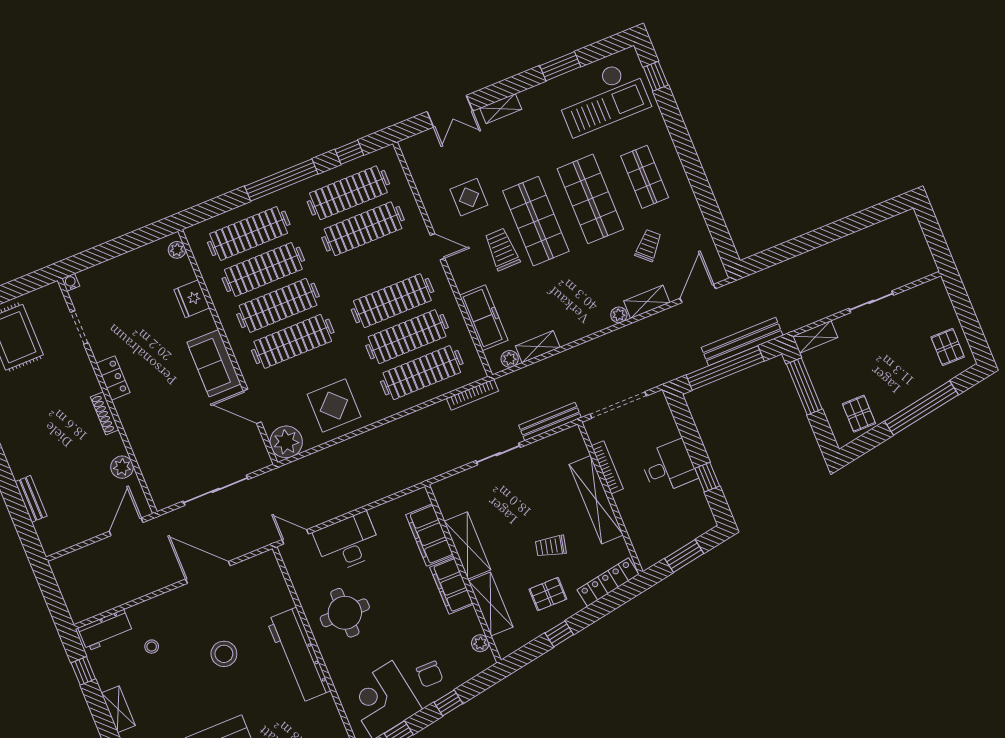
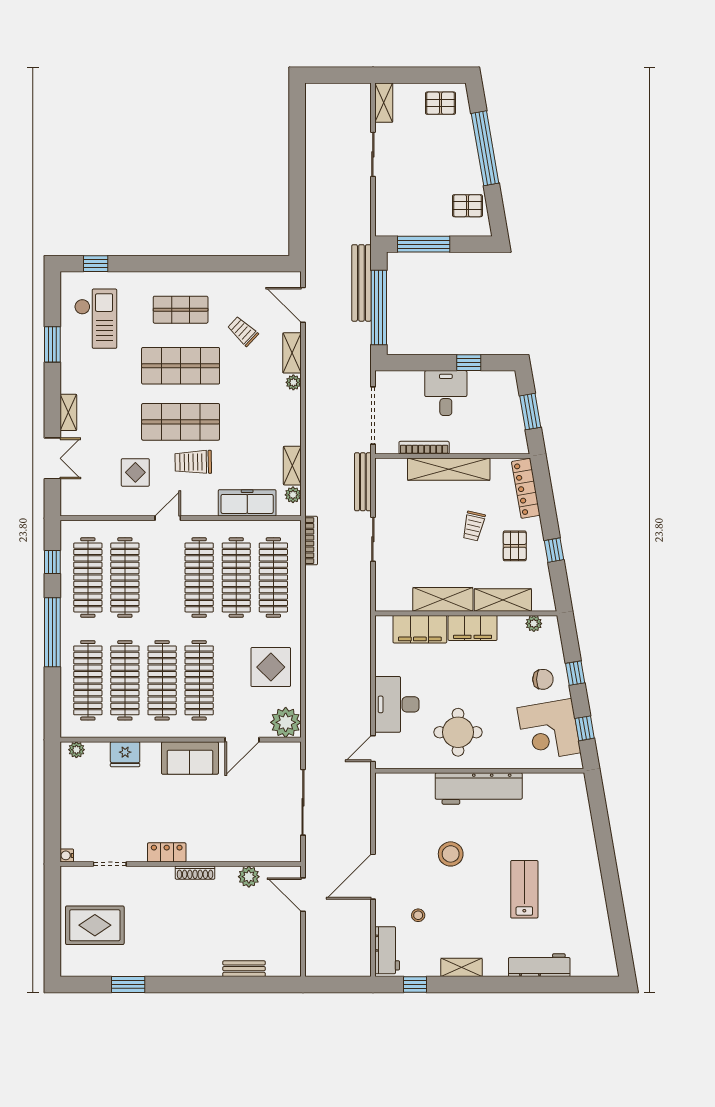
checkout: (602, 98) -> (96, 319), width x0.73, depth x0.83
shelving: (815, 337) -> (384, 103), moved
door: (208, 572) -> (373, 877), moved

